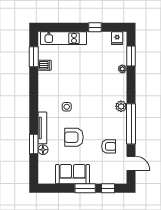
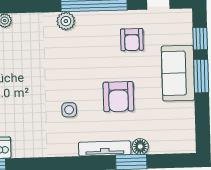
armchair: (109, 146) -> (132, 40), turned 180
sofa: (73, 174) -> (178, 73), moved

